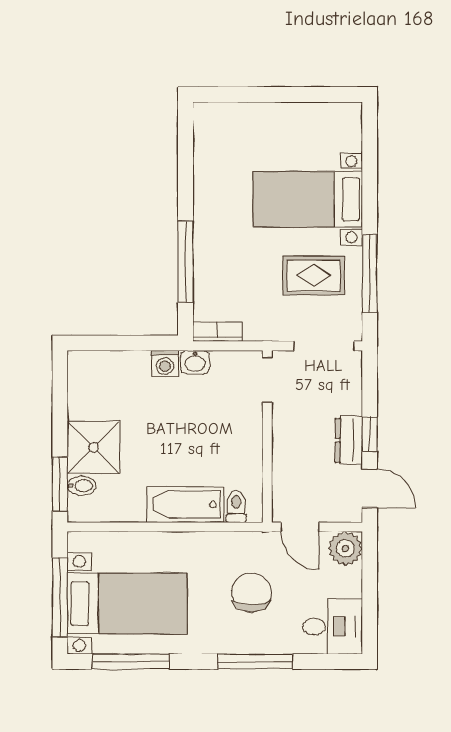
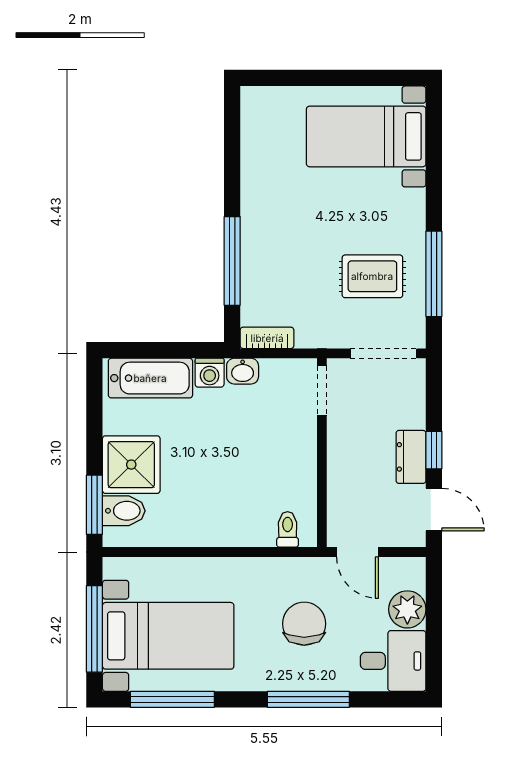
bed with nightstands: (308, 199) -> (366, 136), moved
bidet: (81, 486) -> (124, 511), width x1.38, depth x1.36
bathtub: (185, 505) -> (150, 378), moved, turned 180
plant: (345, 548) -> (407, 609), moved

